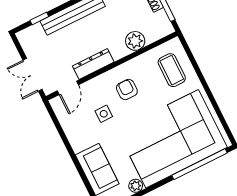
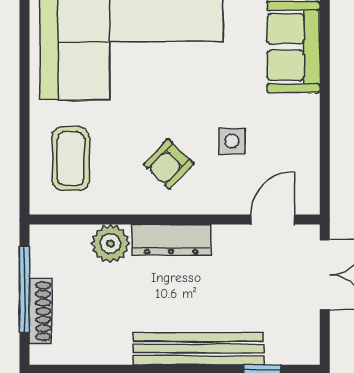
dresser: (93, 64) -> (171, 240), moved
armchair: (127, 90) -> (169, 164), turned 44

